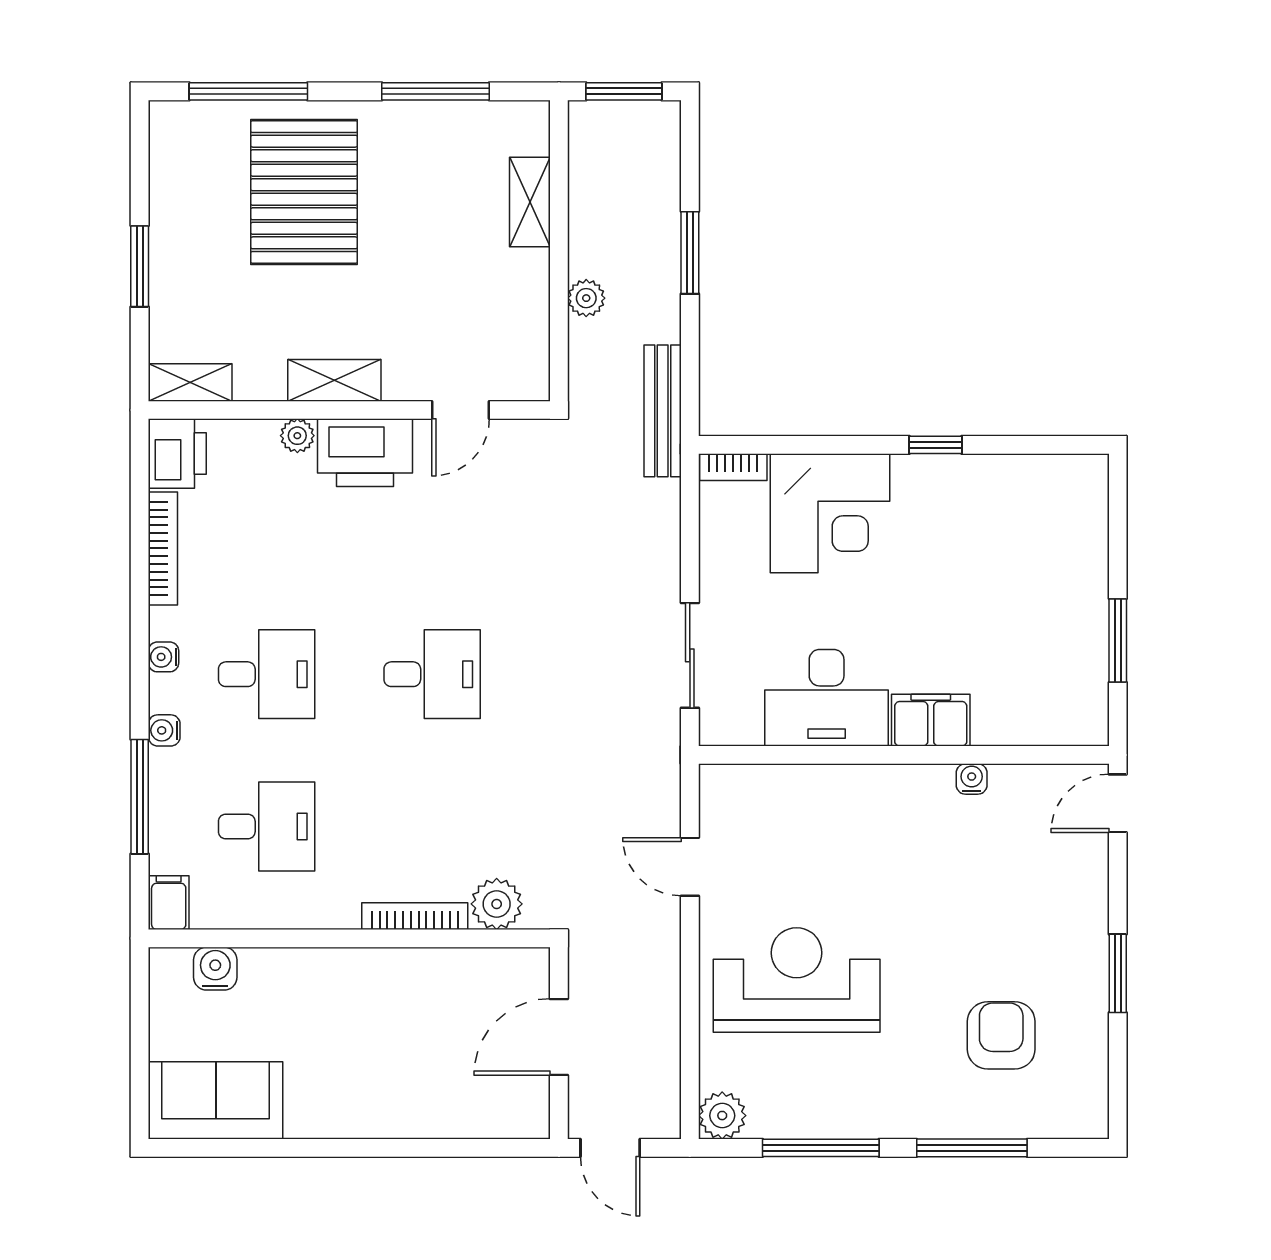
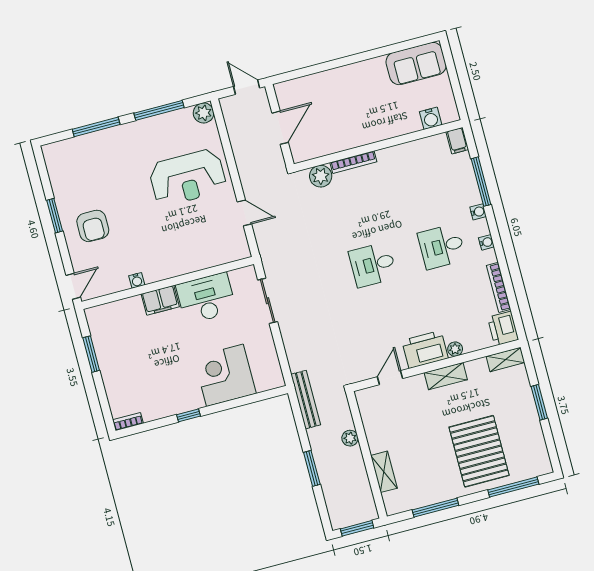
bookcase: (733, 467) -> (128, 422), moved
desk: (267, 827) -> (425, 183), removed
armchair: (1001, 1035) -> (93, 226), moved

